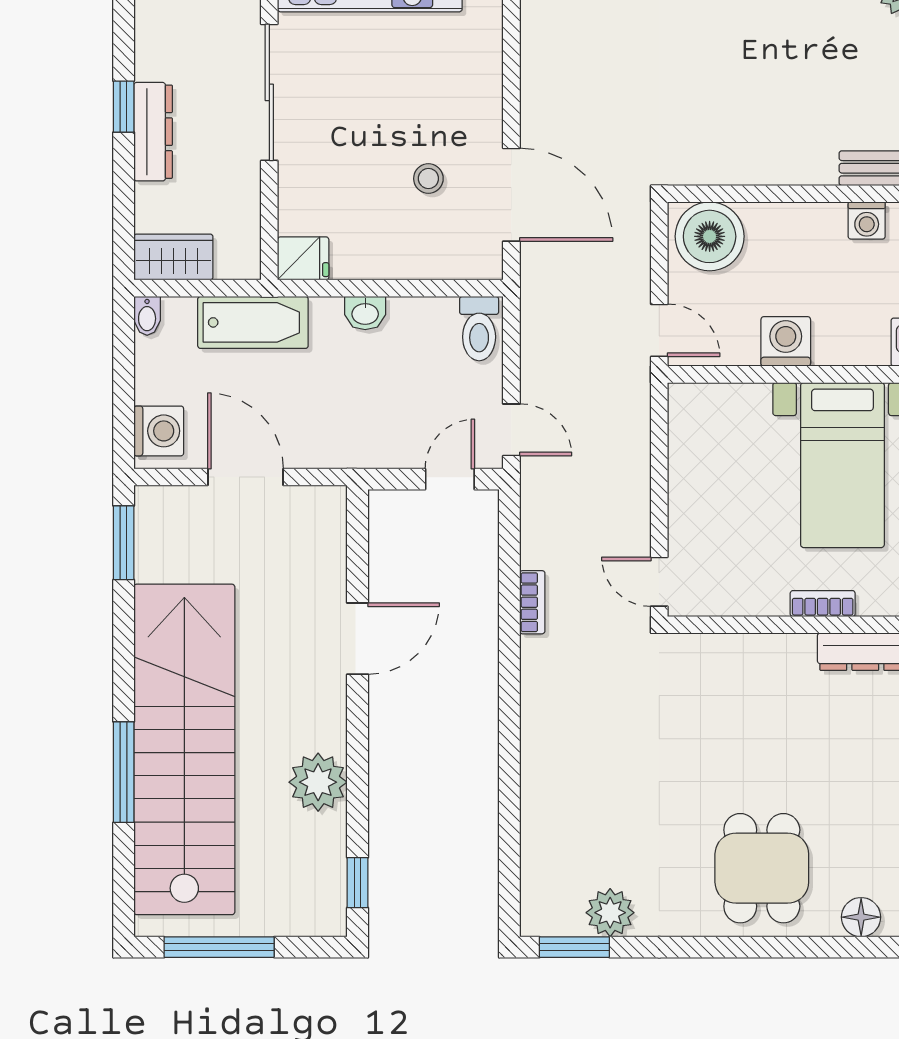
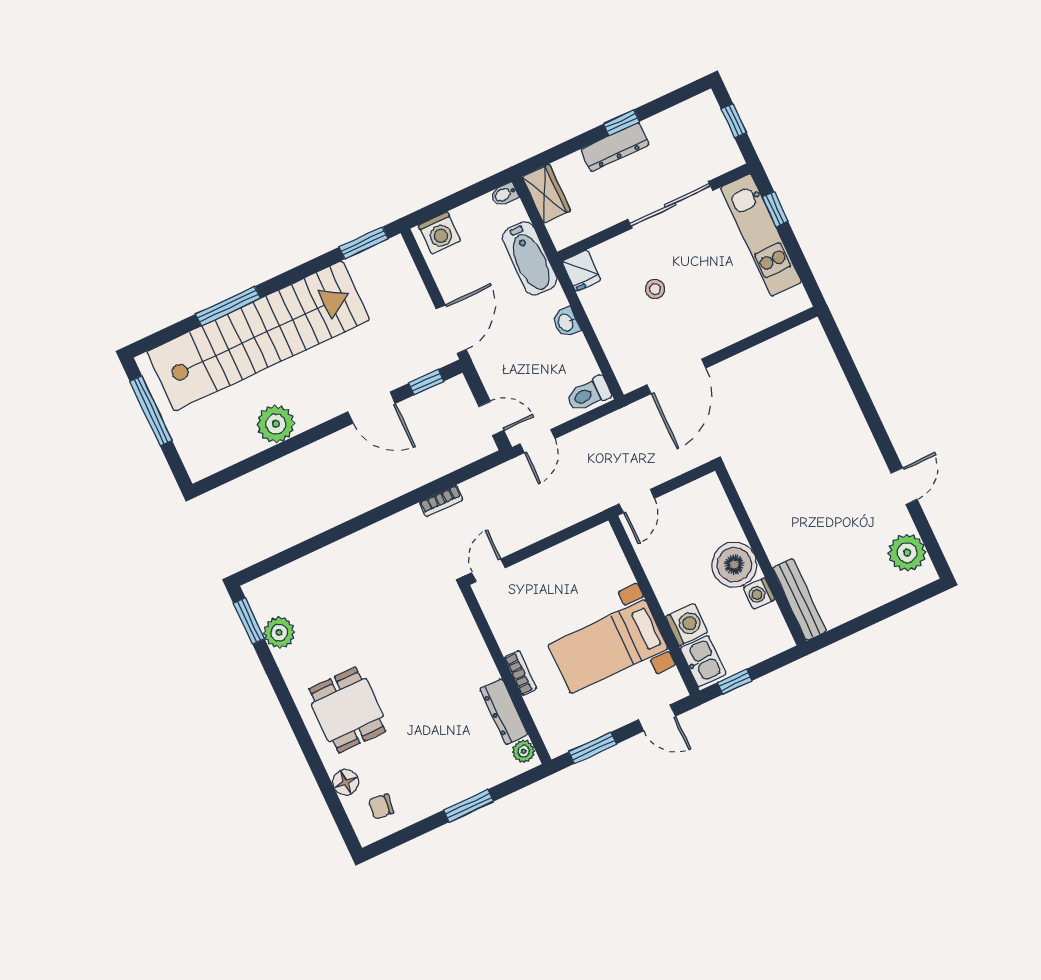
stool: (428, 179) -> (655, 289), moved
boiler: (710, 236) -> (734, 565), moved
washing machine: (786, 341) -> (687, 625), moved
door: (245, 477) -> (451, 329), moved
dining table: (762, 868) -> (347, 710), turned 90
window: (358, 883) -> (426, 382), moved

